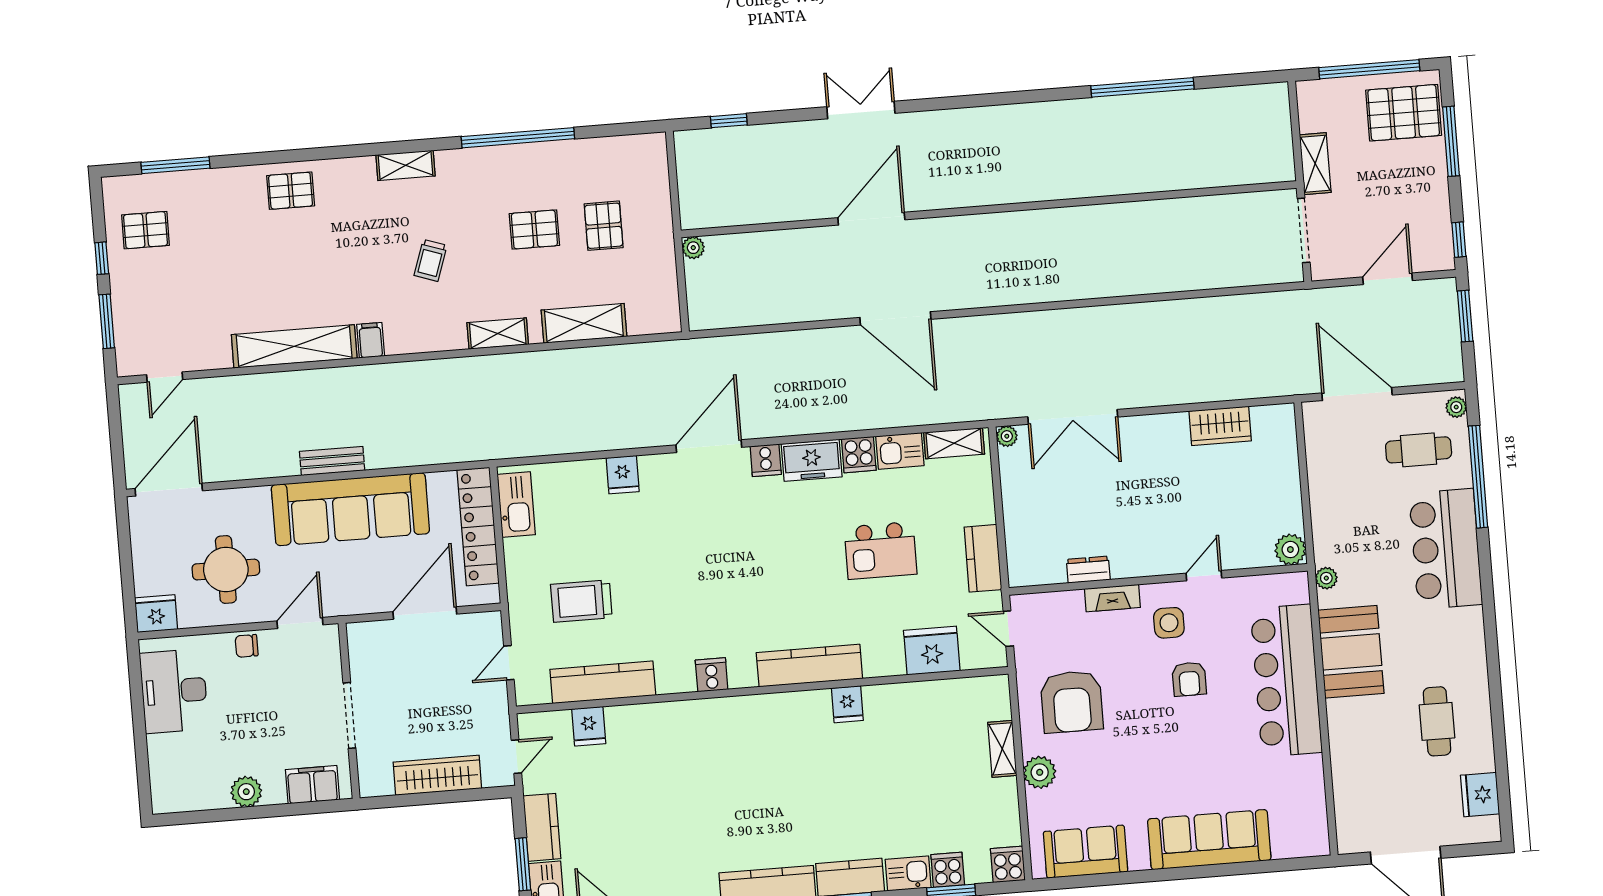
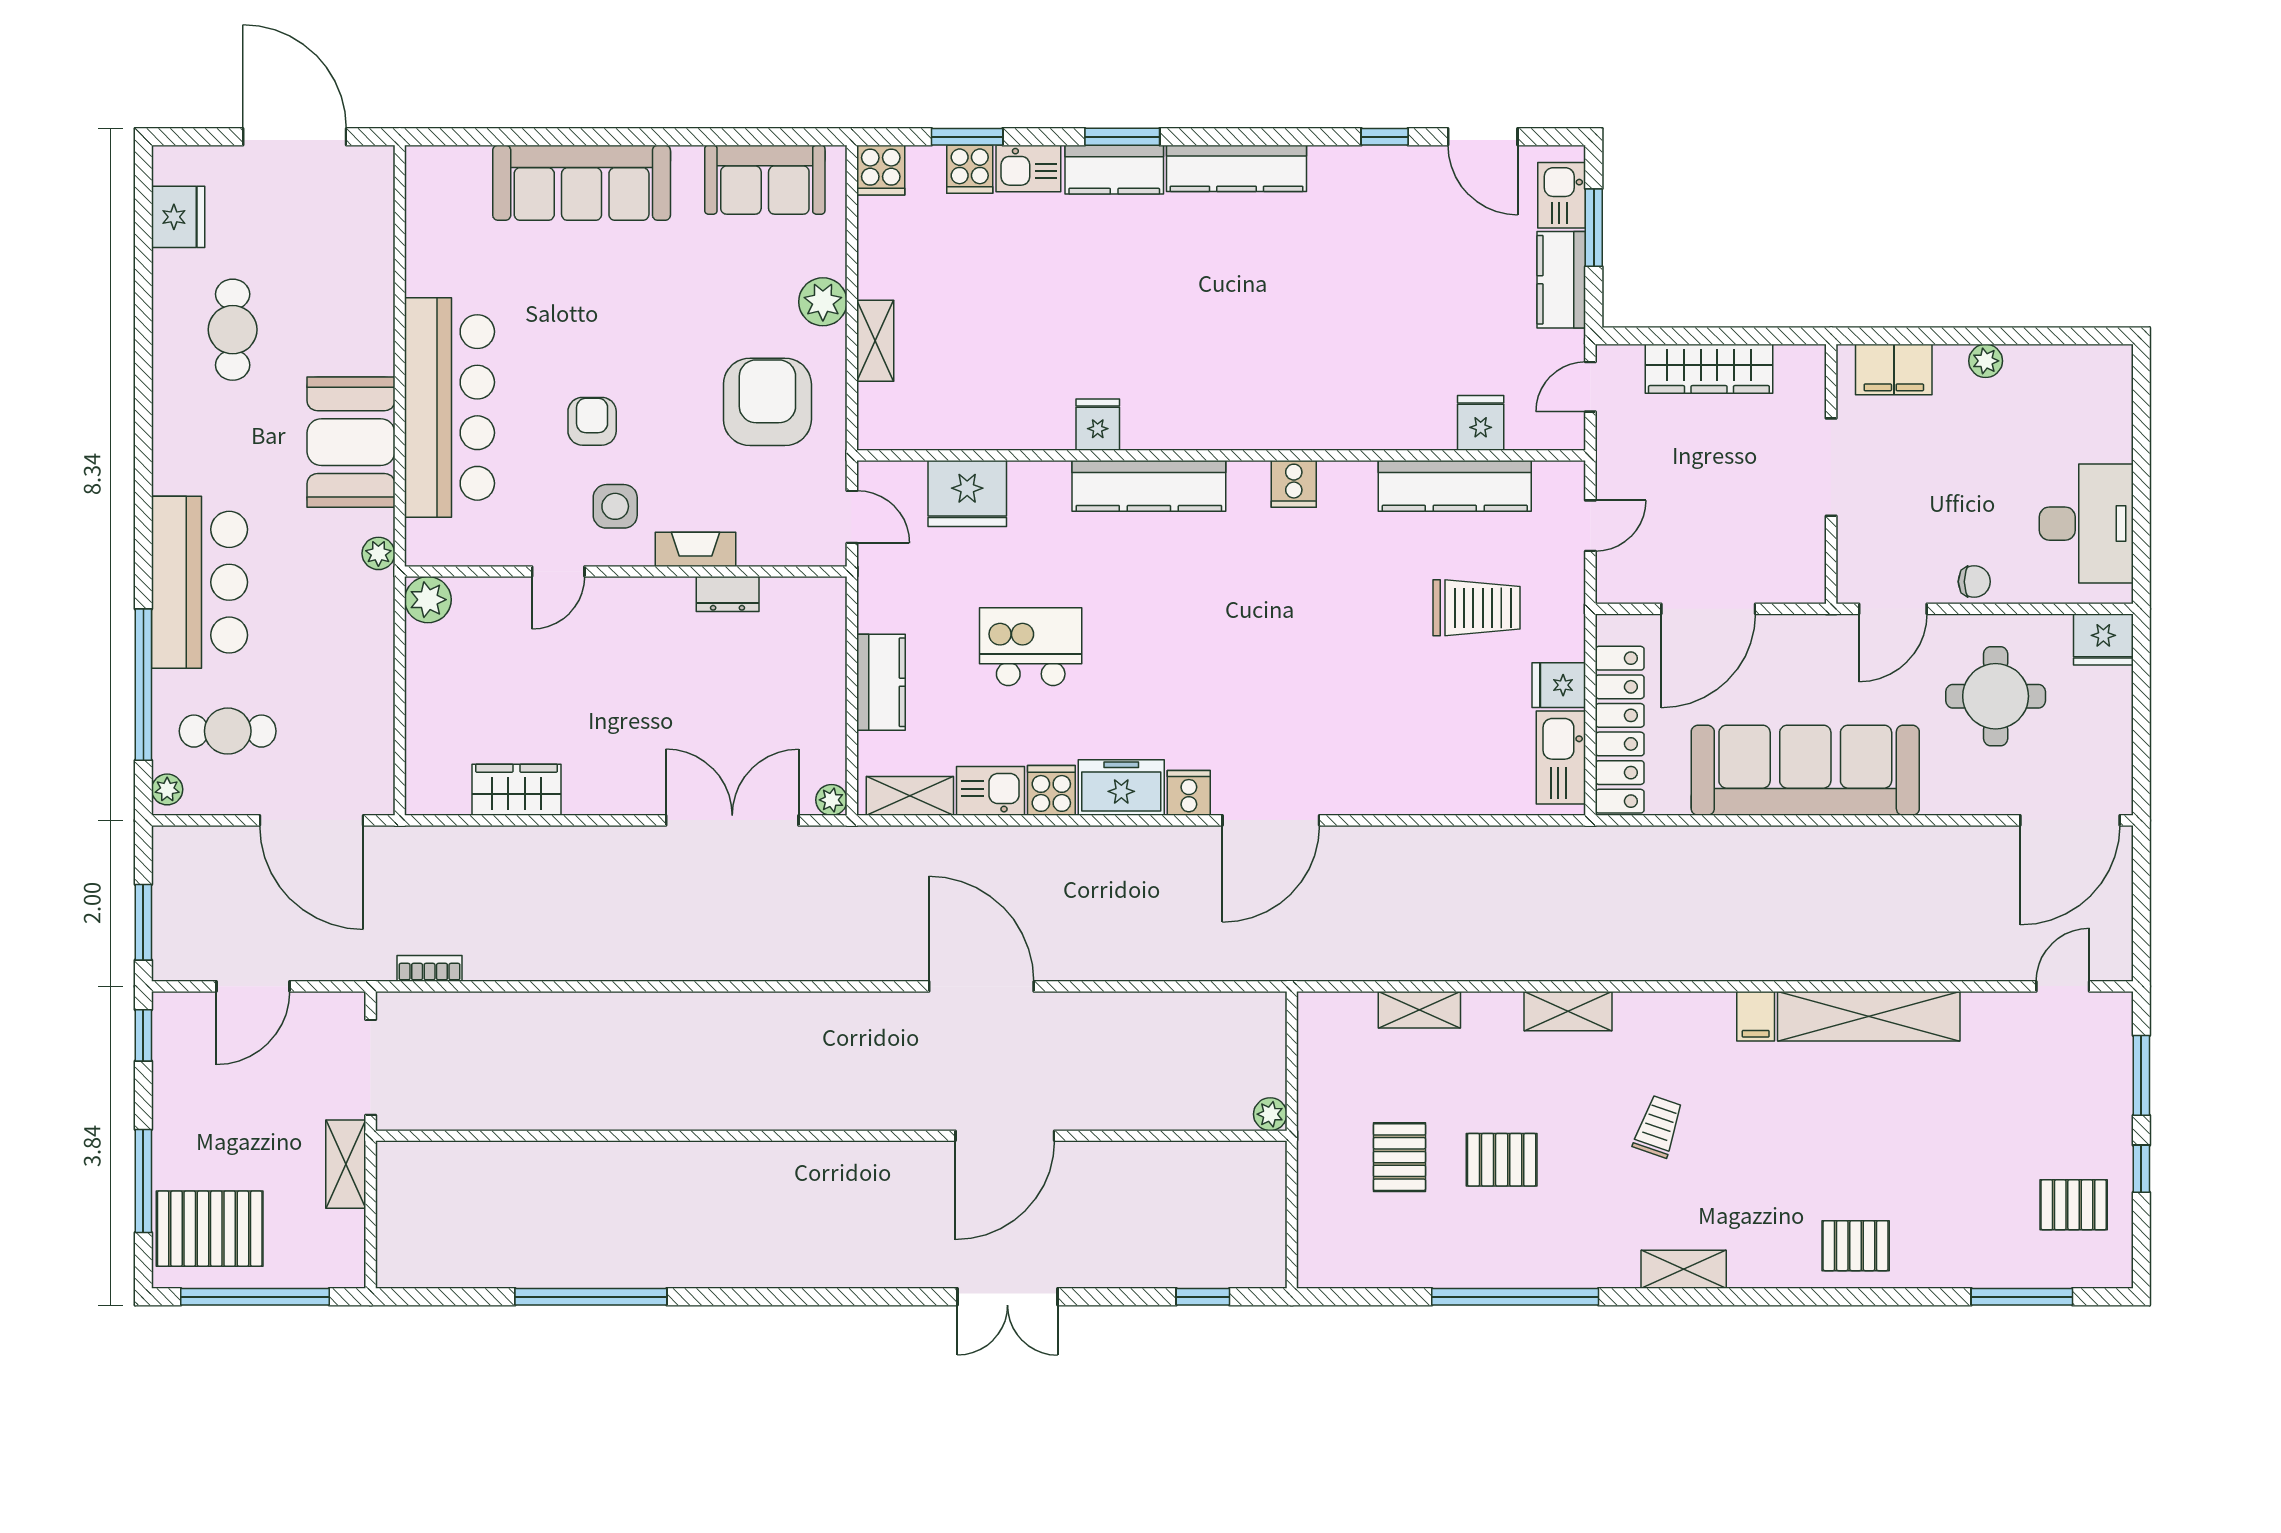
bookcase: (1269, 300) -> (430, 968), added
shelving: (584, 323) -> (1419, 1010), width x0.67, depth x0.75
bench: (332, 461) -> (1827, 843), removed
fridge: (623, 475) -> (1559, 685), moved, turned -90
kitchen counter: (983, 558) -> (881, 682), moved
plant: (246, 792) -> (1986, 361), width x0.73, depth x0.73

